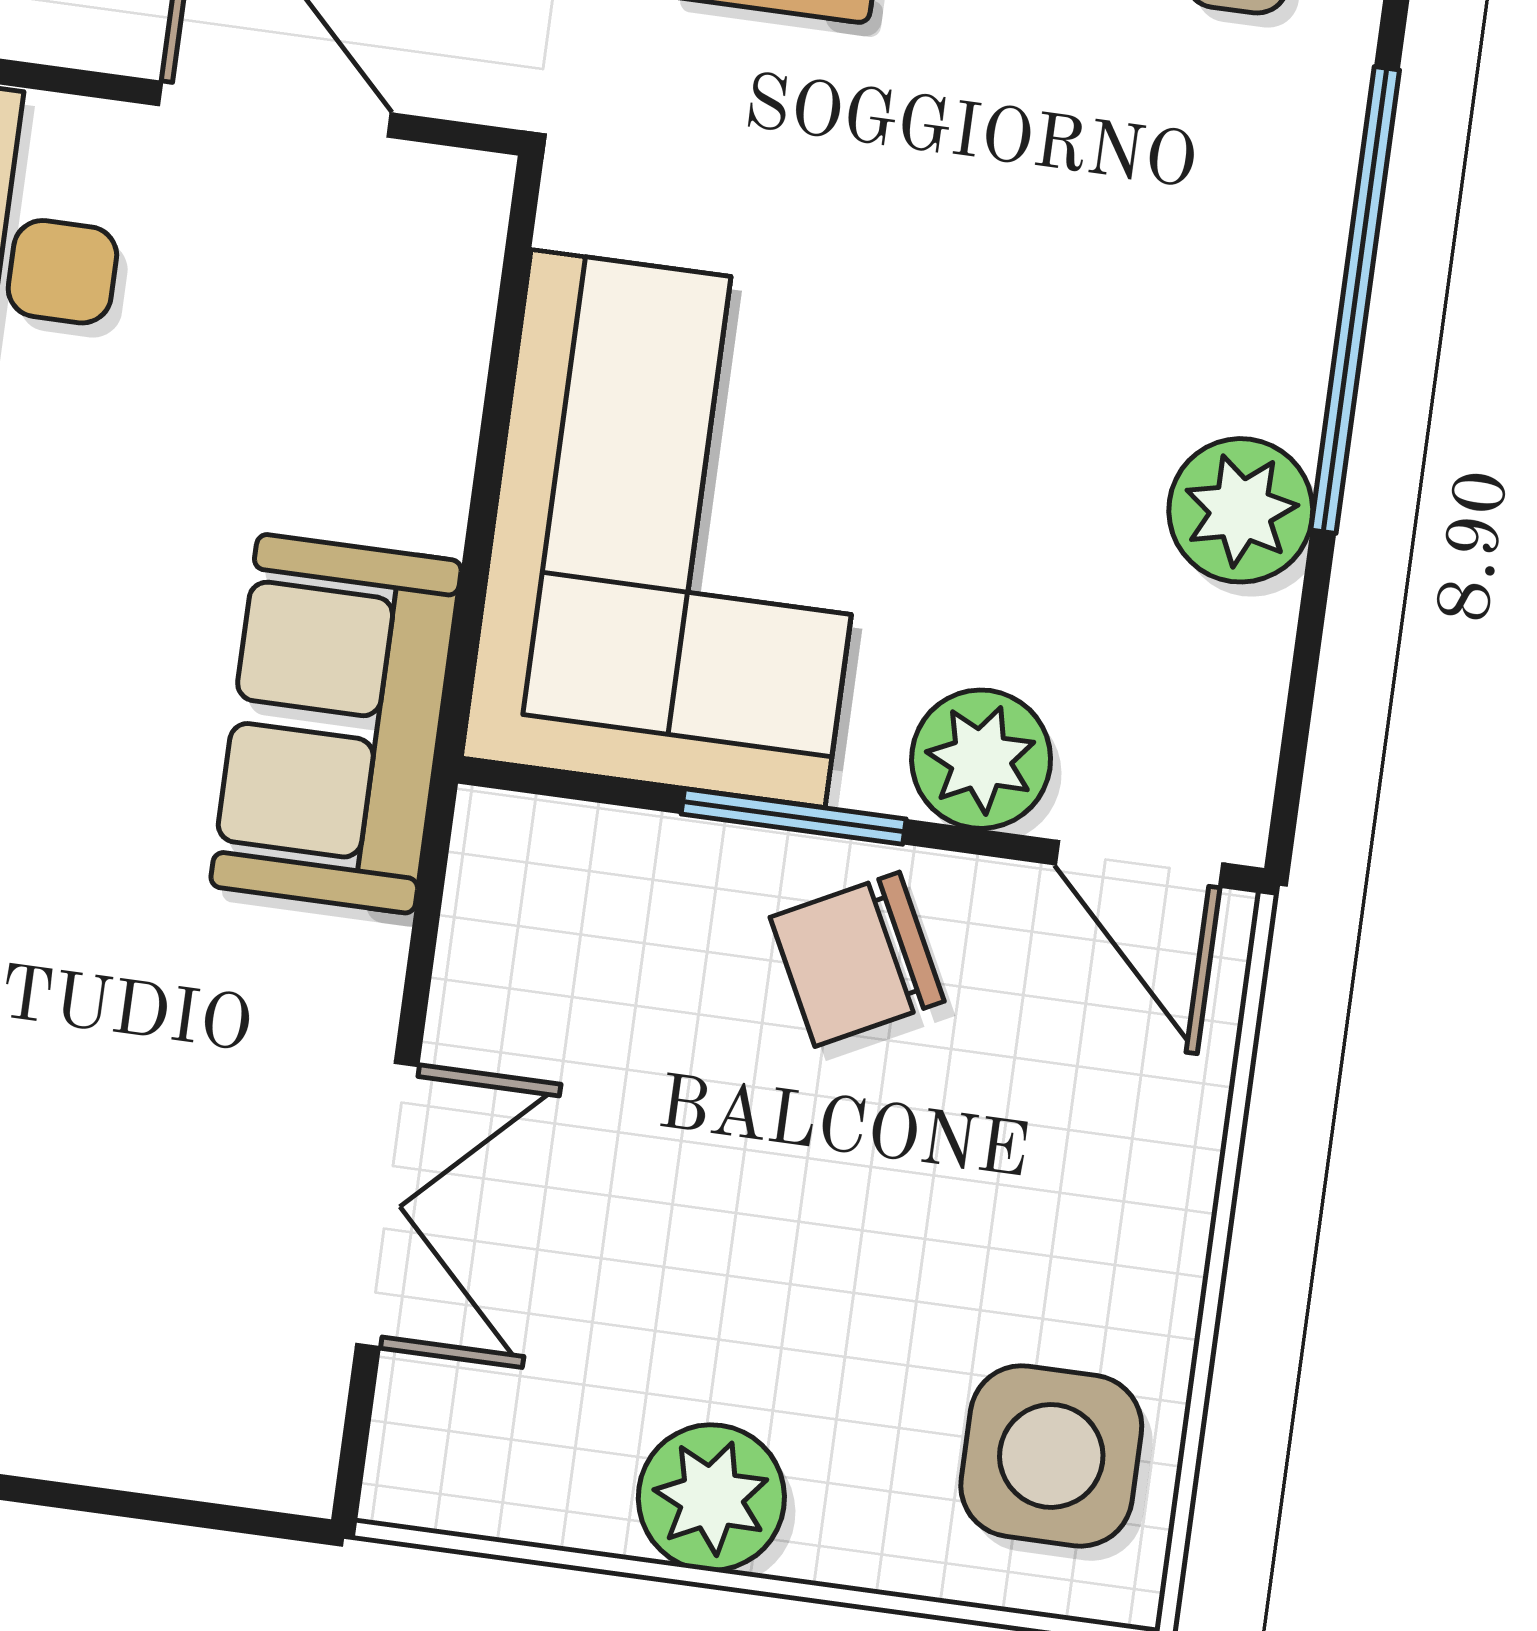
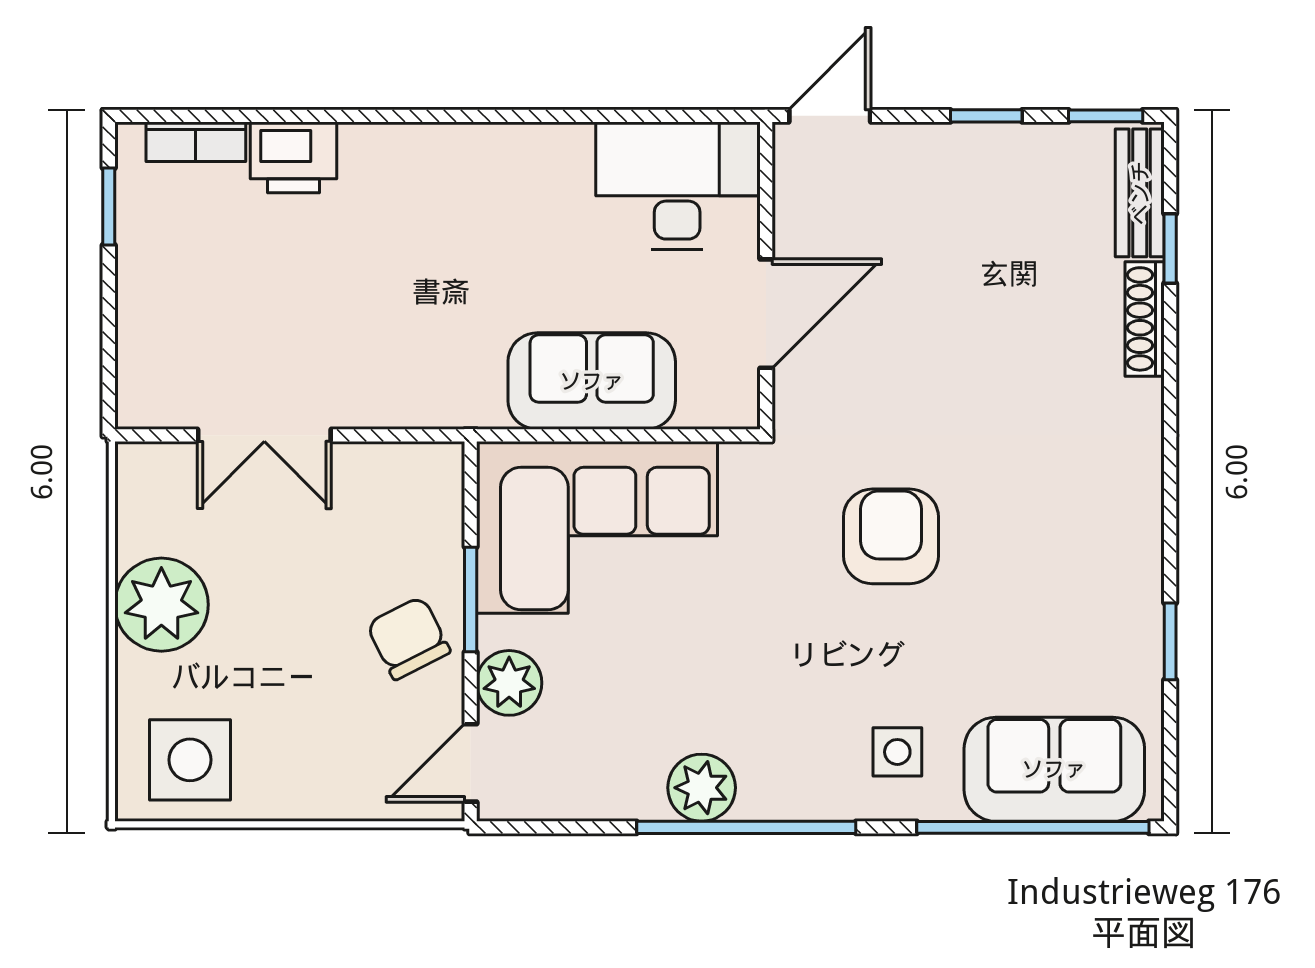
plant: (1241, 510) -> (702, 788), moved
sofa: (336, 724) -> (592, 381), moved
plant: (711, 1498) -> (161, 605), width x1.36, depth x1.36

